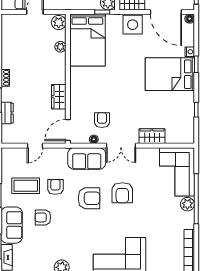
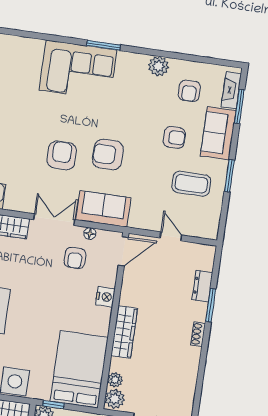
plant: (60, 47) -> (115, 380), moved
nightstand: (76, 95) -> (105, 297), added
wardrobe: (59, 97) -> (124, 332), moved, width x1.50
door: (35, 146) -> (171, 236), hinge flipped
armchair: (55, 187) -> (189, 91), moved

